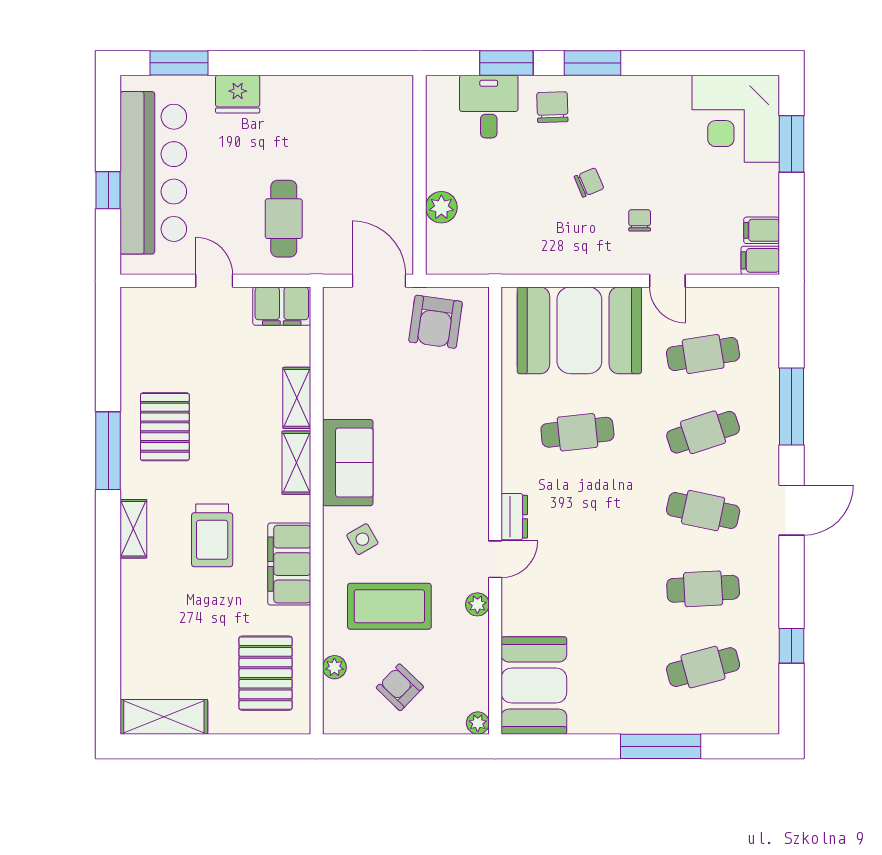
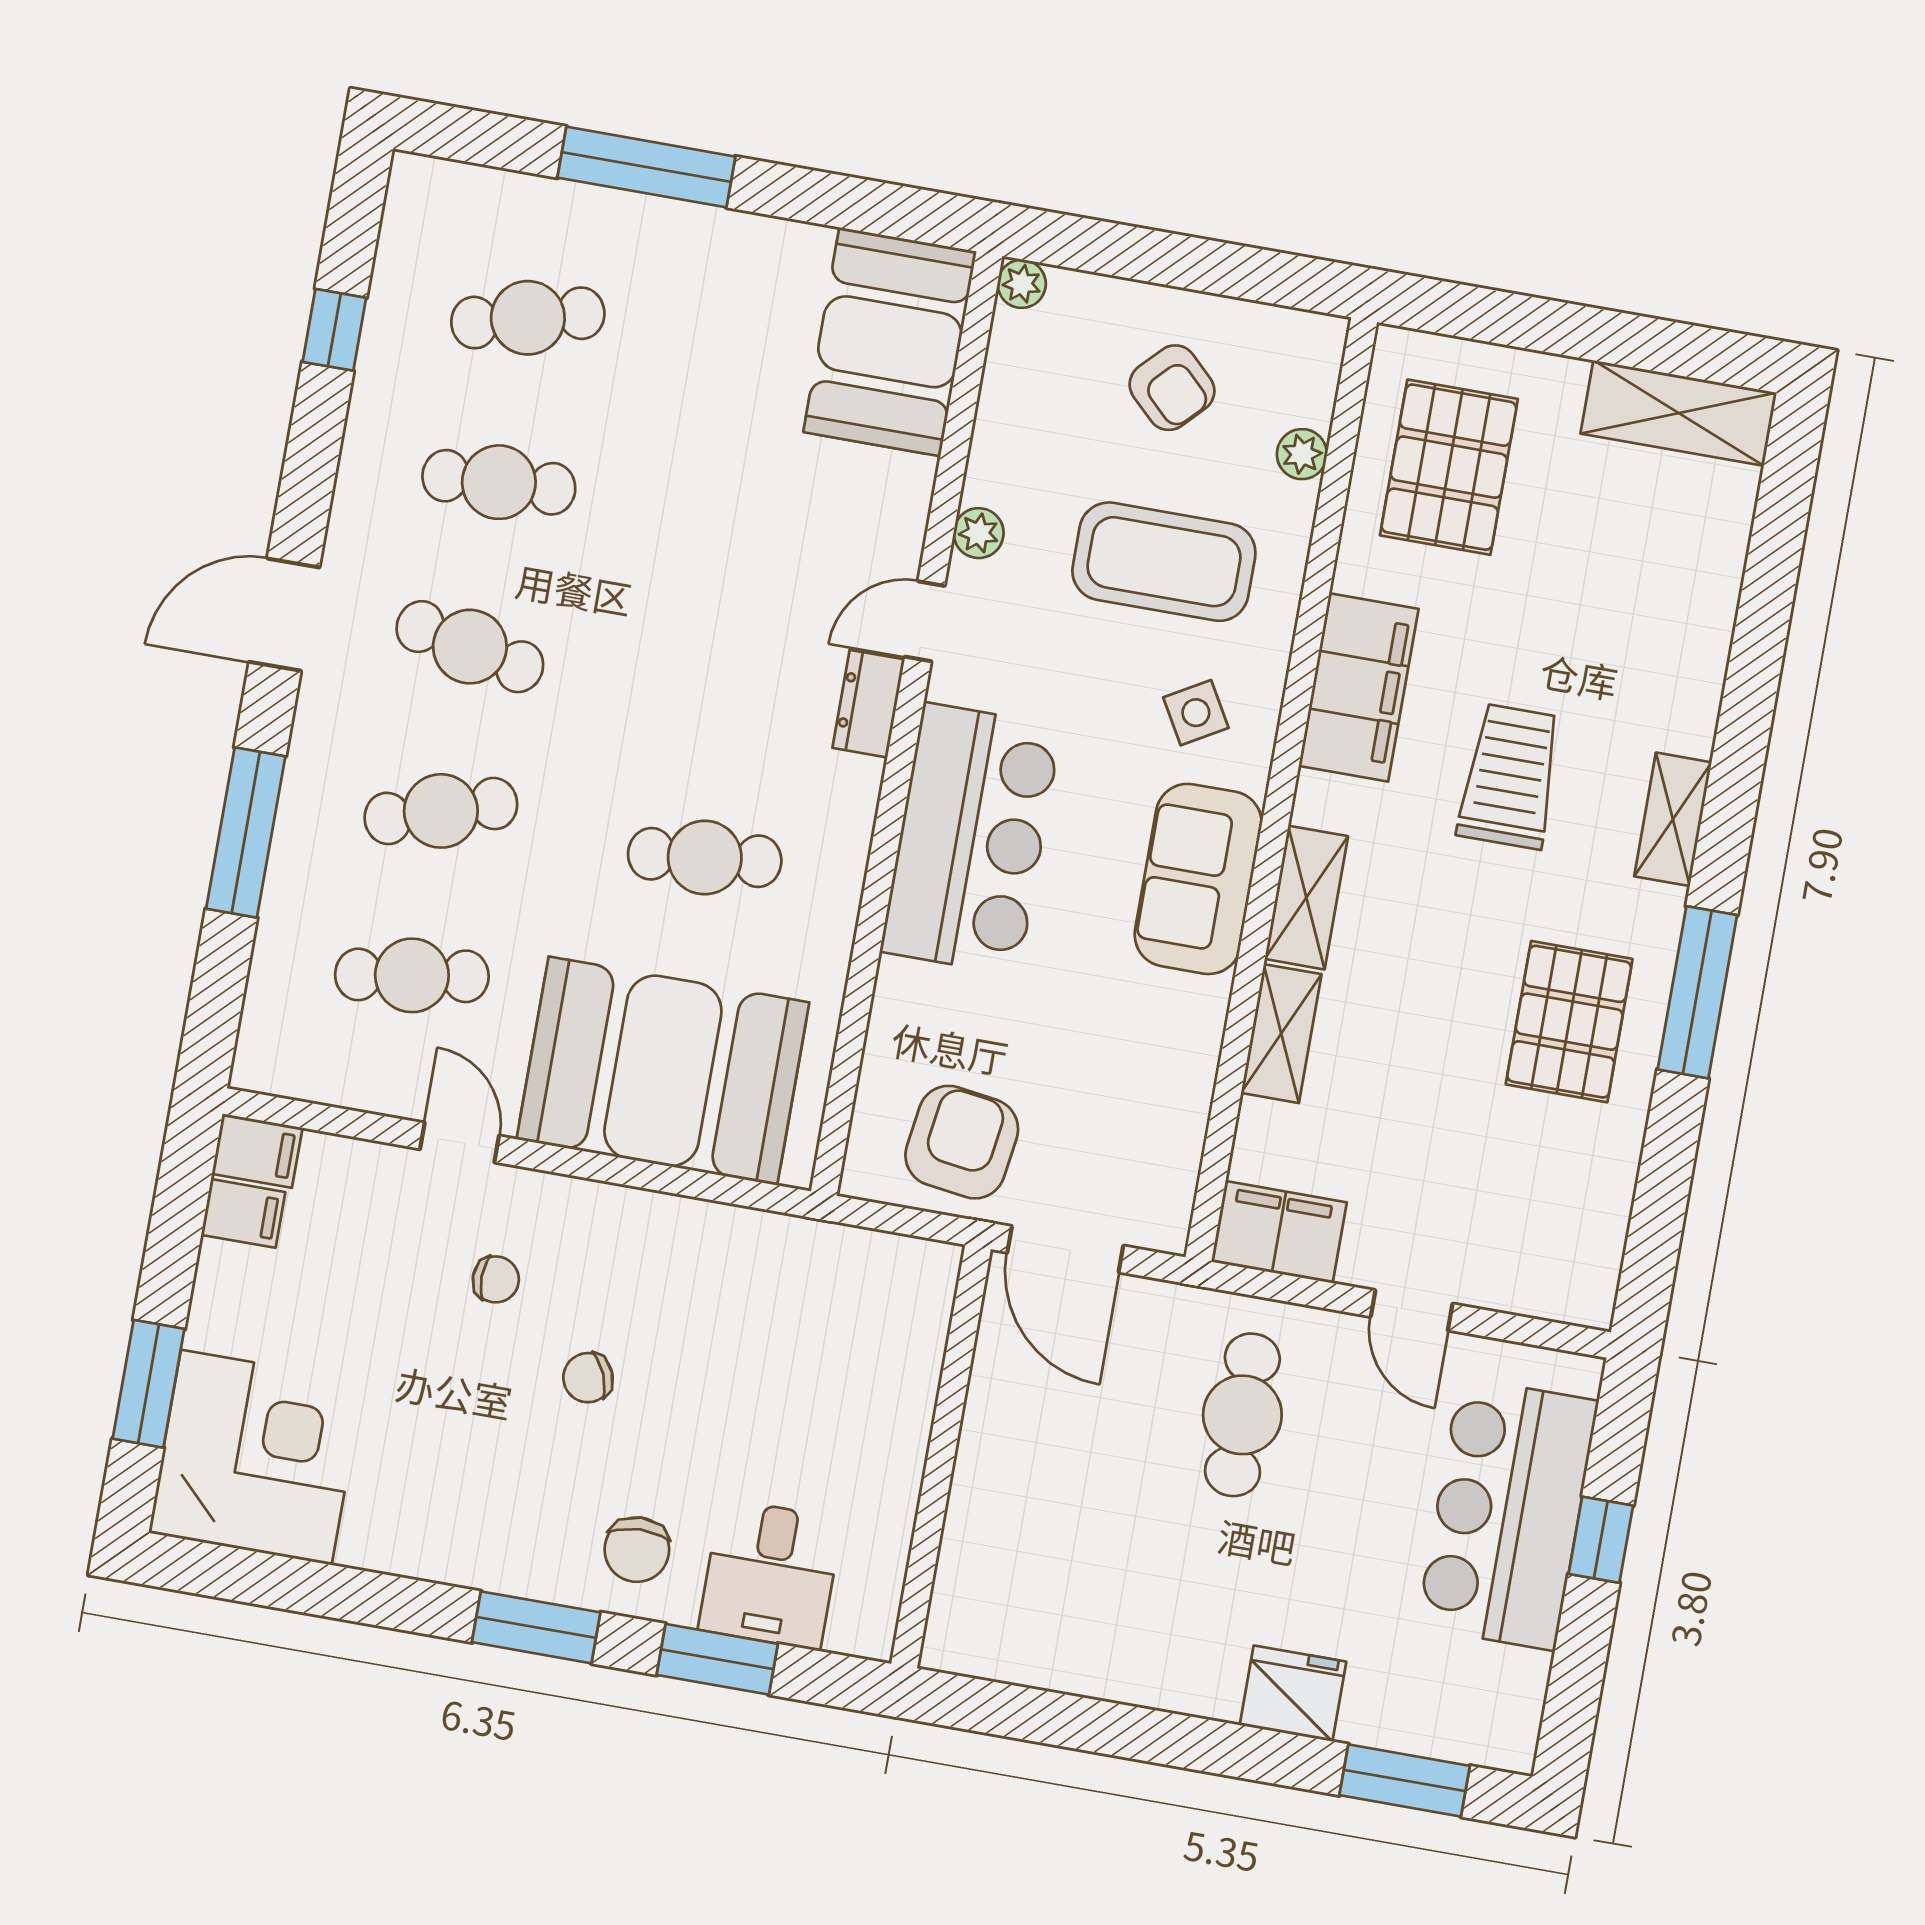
bar counter: (153, 173) -> (1507, 1514), width x0.73
plant: (441, 207) -> (907, 1380), removed
chair: (640, 220) -> (496, 1279), turned -90
bar counter: (456, 463) -> (971, 839), added

